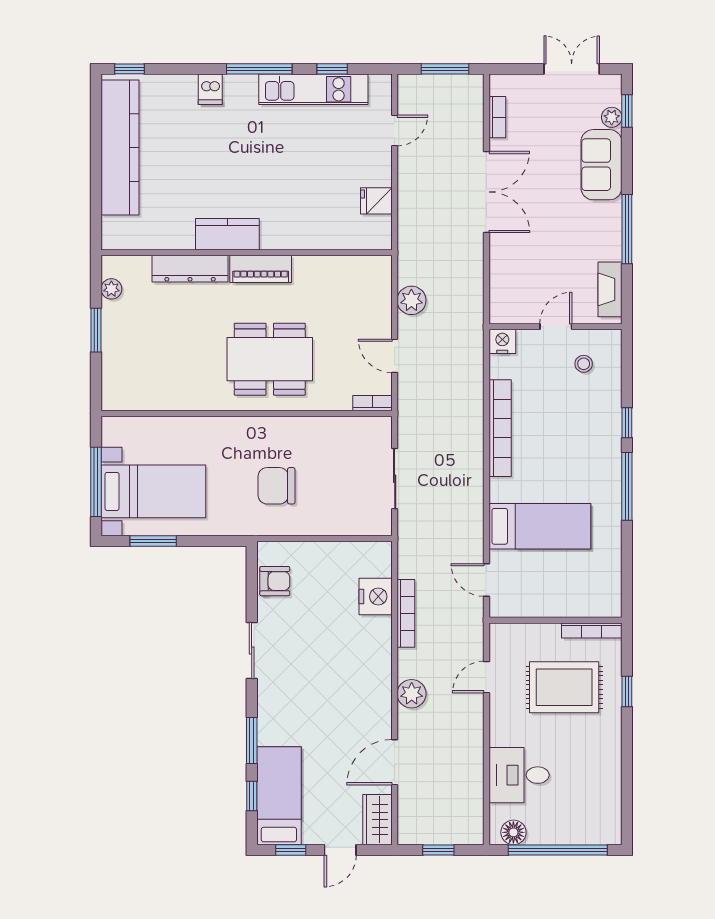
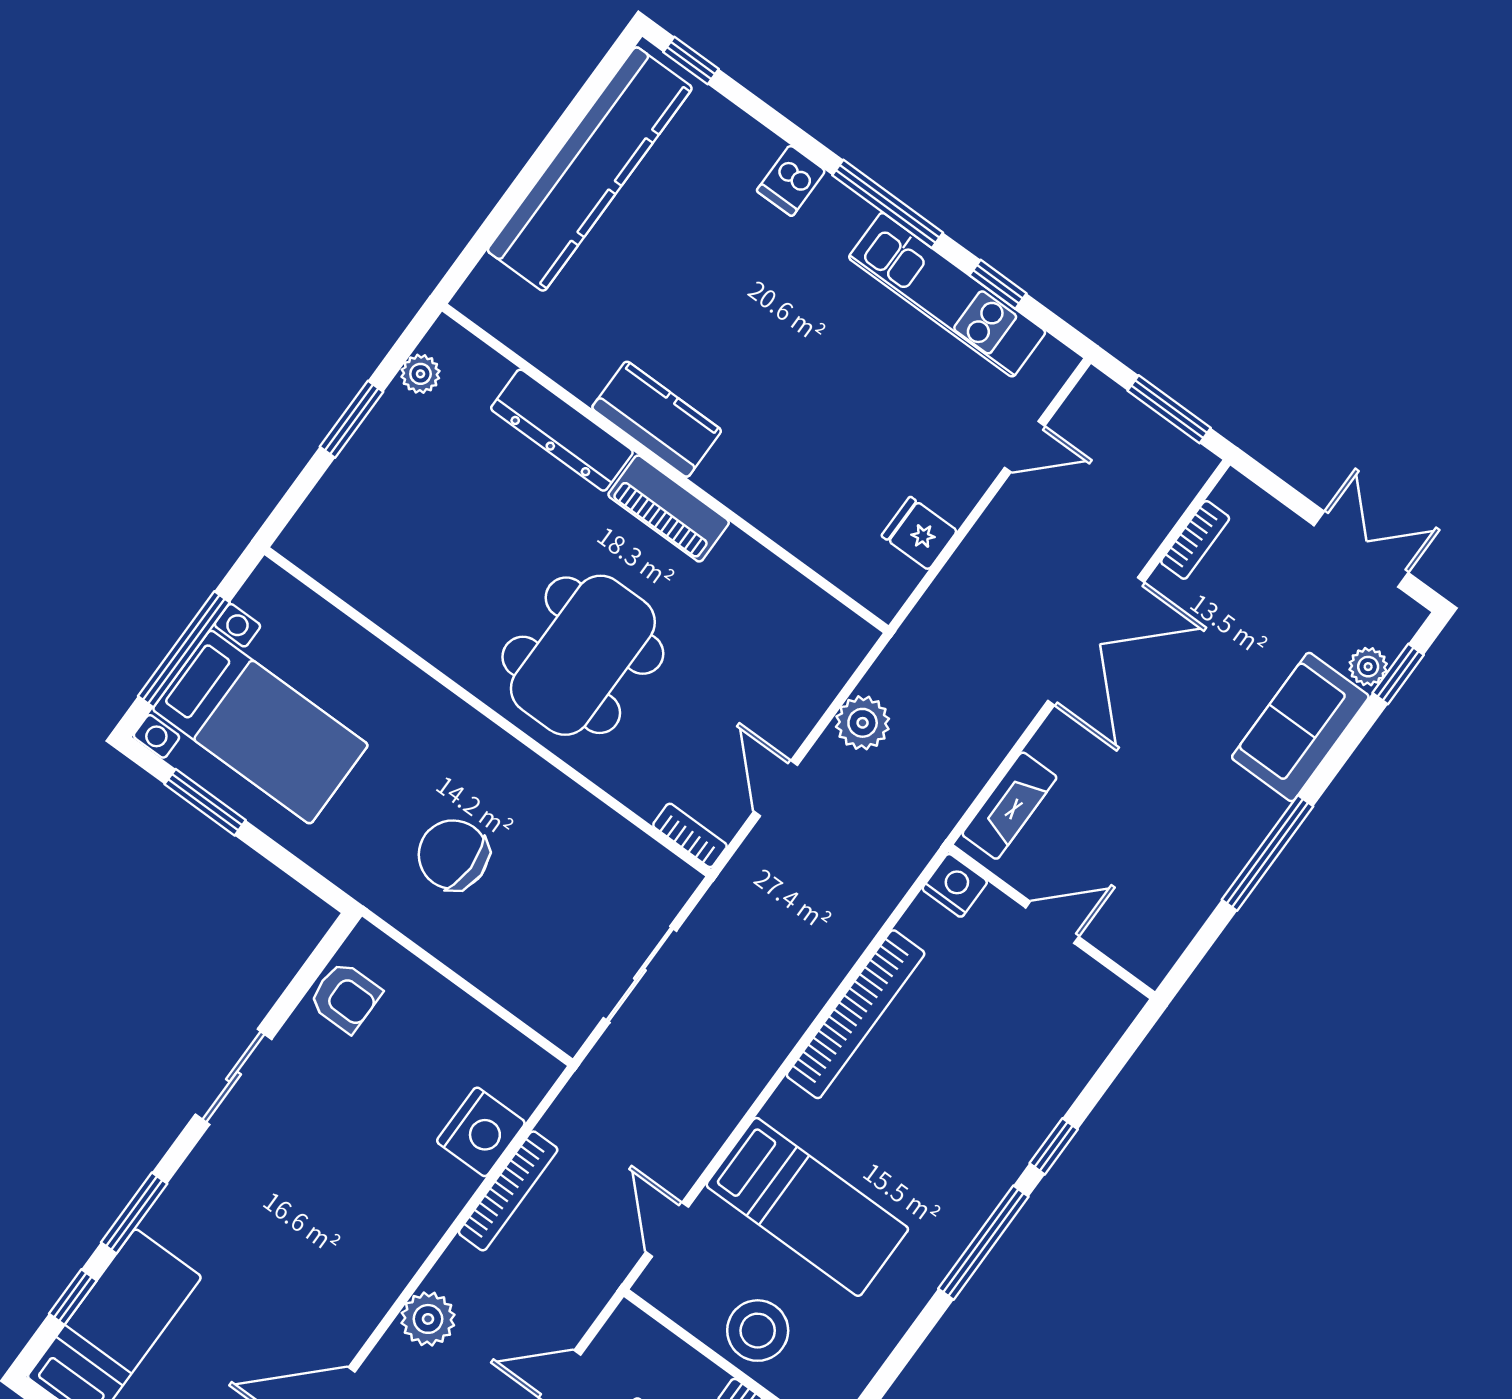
fireplace: (610, 289) -> (1009, 806), moved, turned 180
dining table: (270, 359) -> (583, 655), turned 90
stool: (584, 364) -> (758, 1331), moved, width x1.89, depth x1.89

